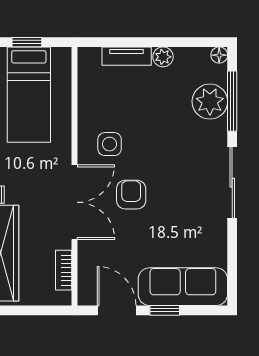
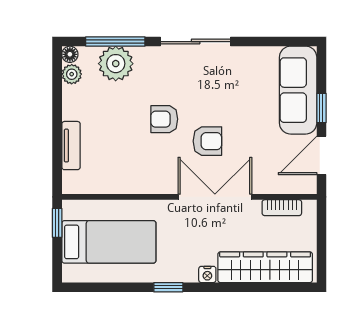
window: (27, 42) -> (57, 223), moved
plant: (163, 57) -> (72, 74), moved
side table: (110, 144) -> (158, 162), removed
armchair: (153, 151) -> (164, 119), added
armchair: (131, 195) -> (207, 141), turned 180

